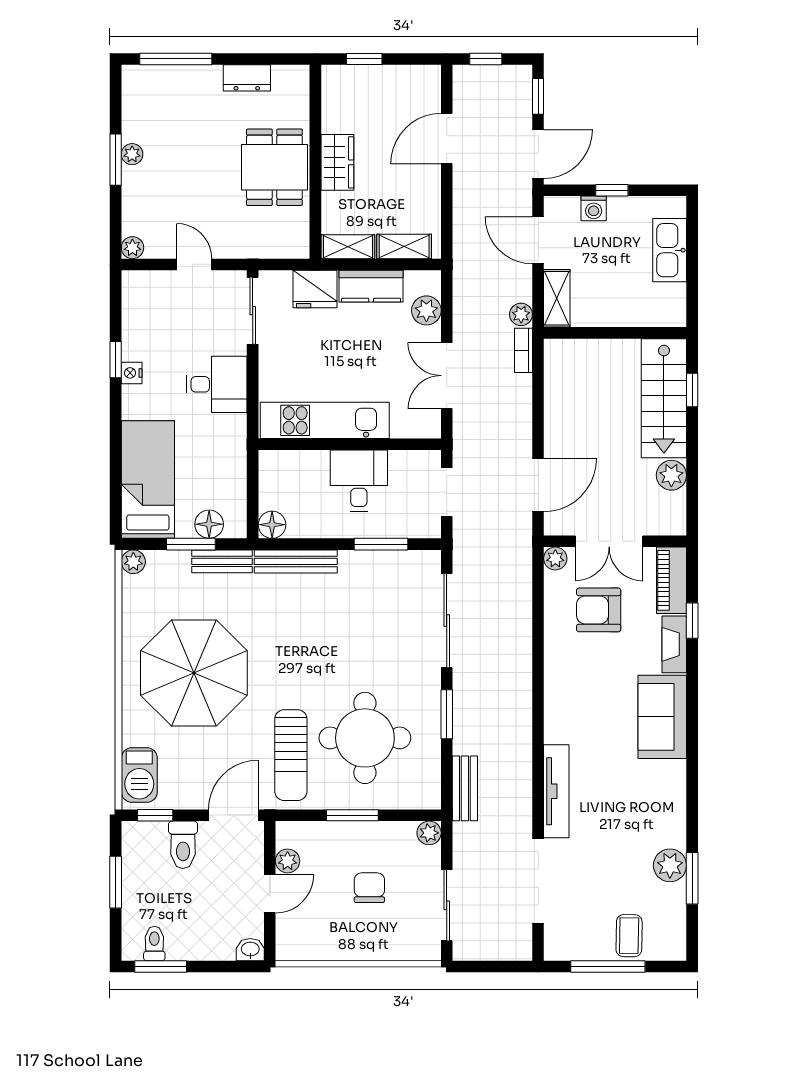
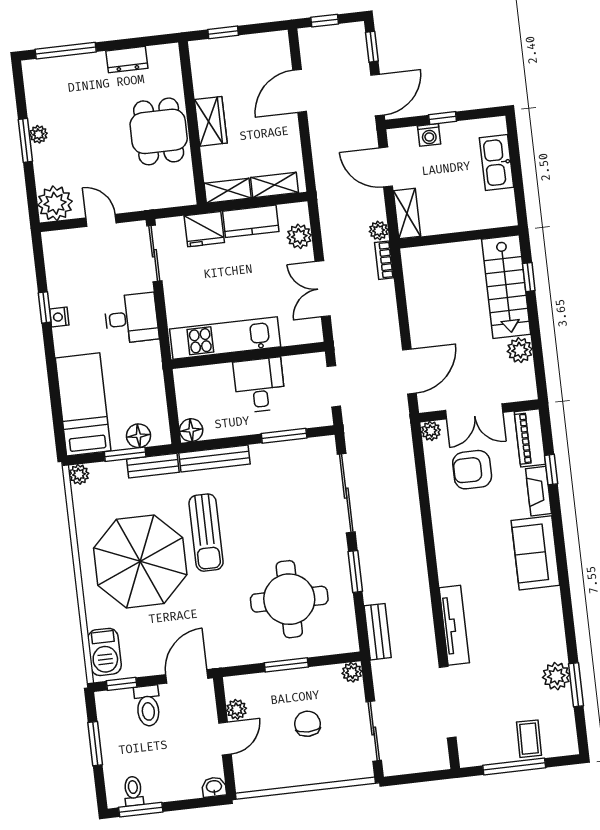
plant: (132, 248) -> (55, 203), width x1.87, depth x1.87
sun lounger: (291, 755) -> (206, 533), moved

